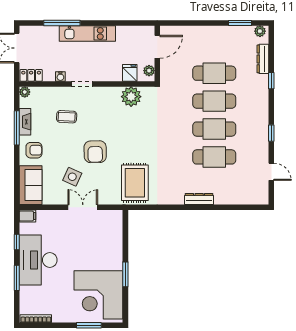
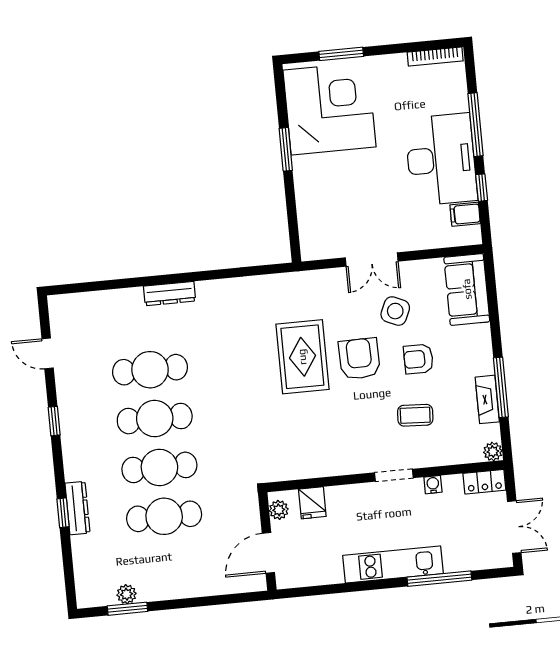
plant: (260, 31) -> (127, 594), moved
dresser: (263, 59) -> (77, 508), moved
plant: (131, 97) -> (306, 461), removed
armchair: (34, 150) -> (418, 359), moved
rug: (135, 183) -> (302, 357), moved
filing cabinet: (27, 216) -> (465, 214), moved
window: (17, 278) -> (476, 125), width x1.44

